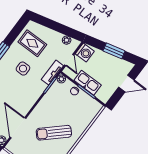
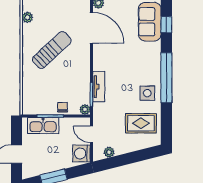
side table: (23, 69) -> (147, 93), moved
tv unit: (52, 73) -> (99, 87), moved
kitchen sink: (88, 83) -> (43, 126), moved

